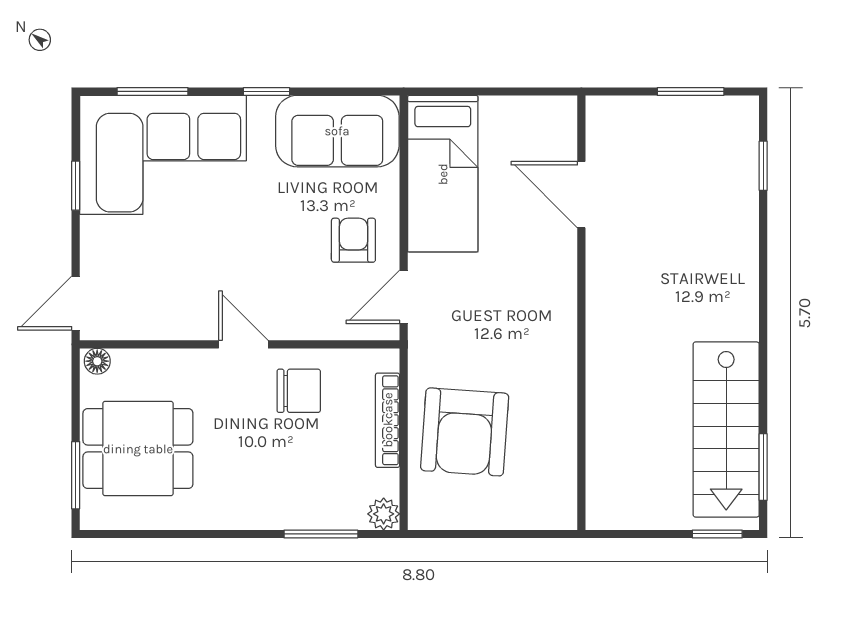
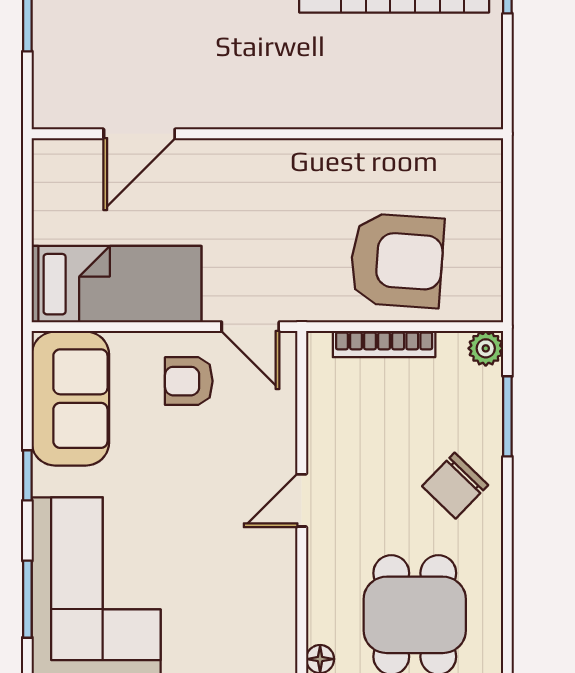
chair: (299, 391) -> (455, 486), moved, turned -136

